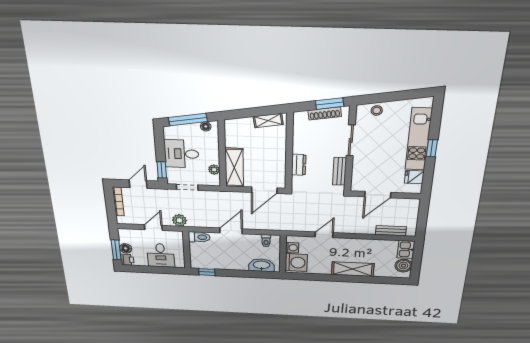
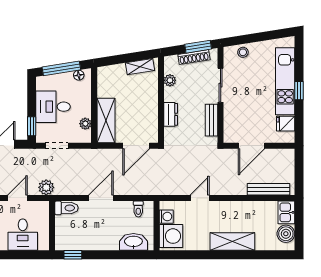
plant: (299, 134) -> (170, 80), added
bench: (391, 231) -> (268, 189), width x1.36

